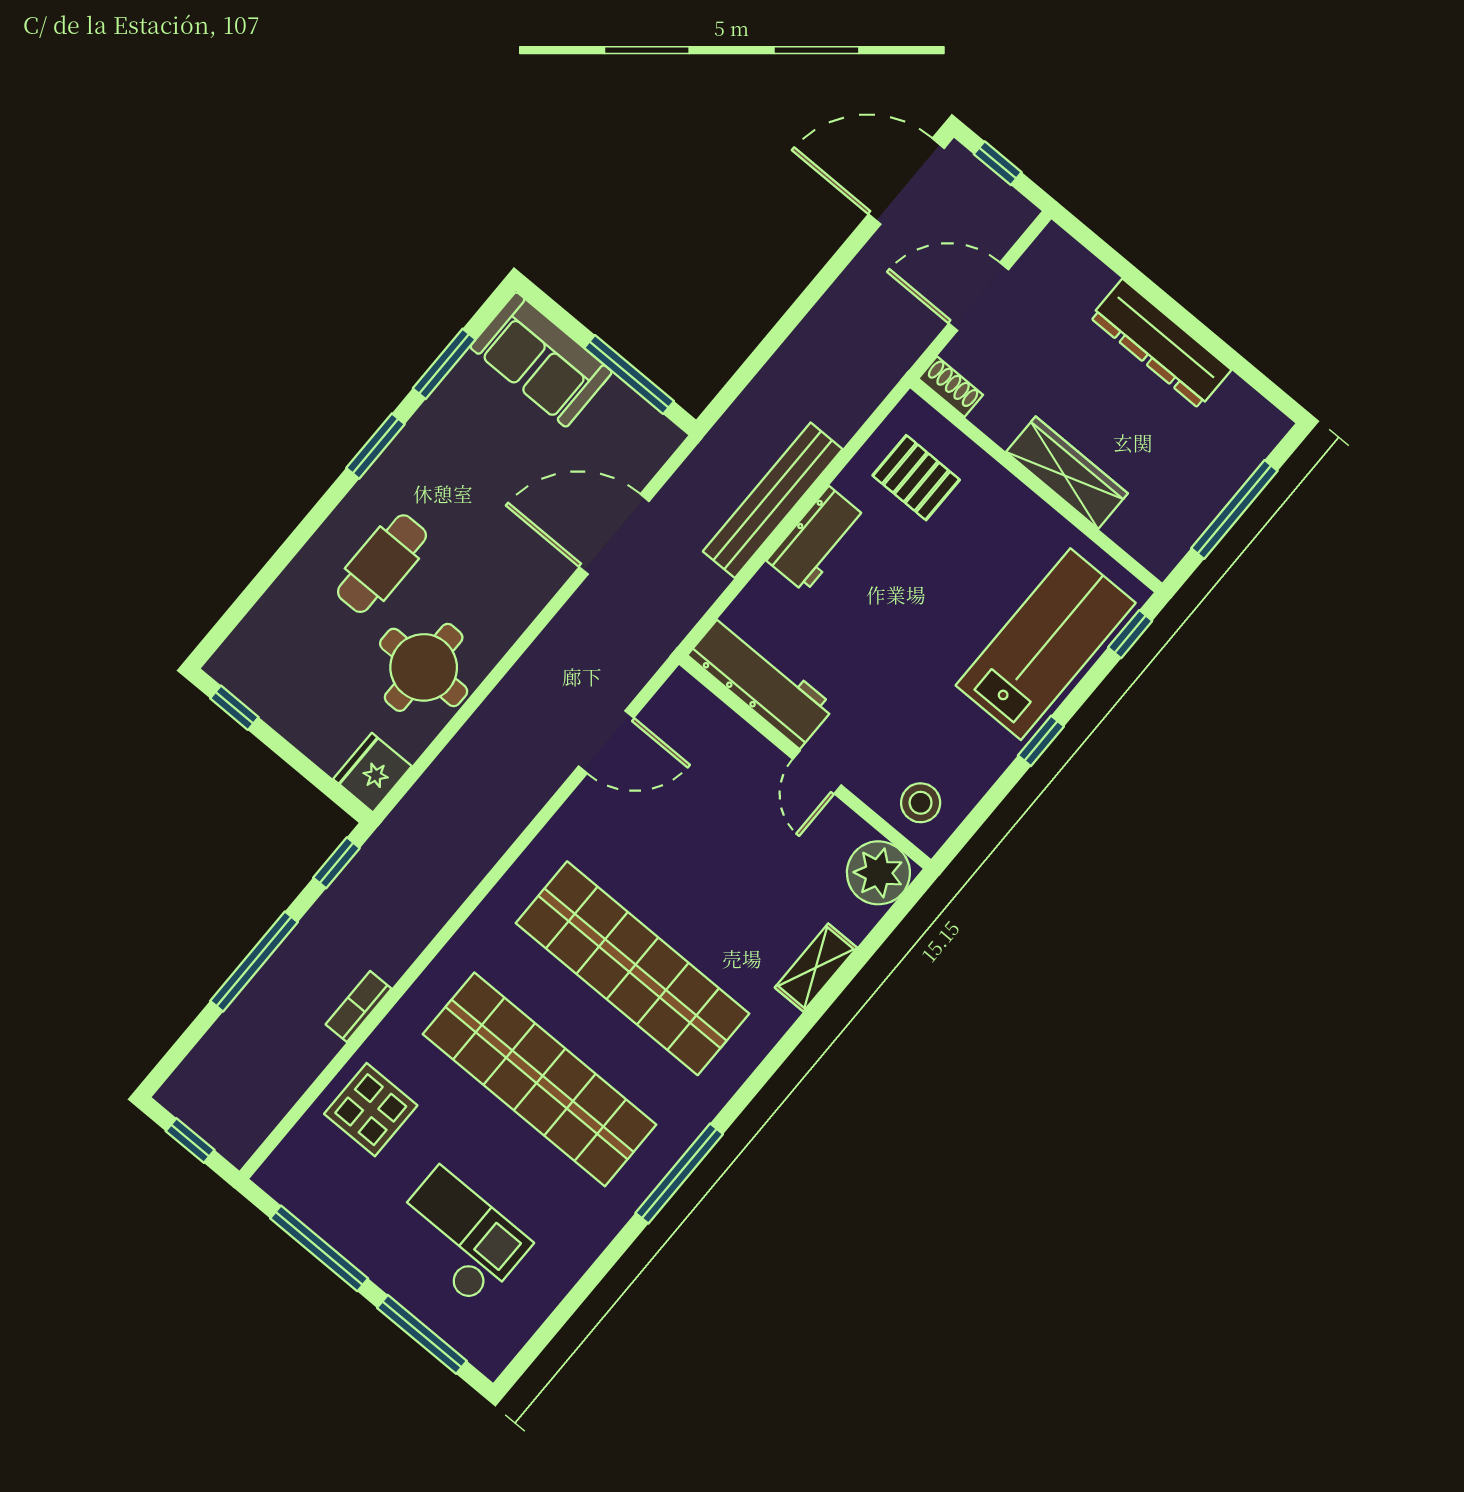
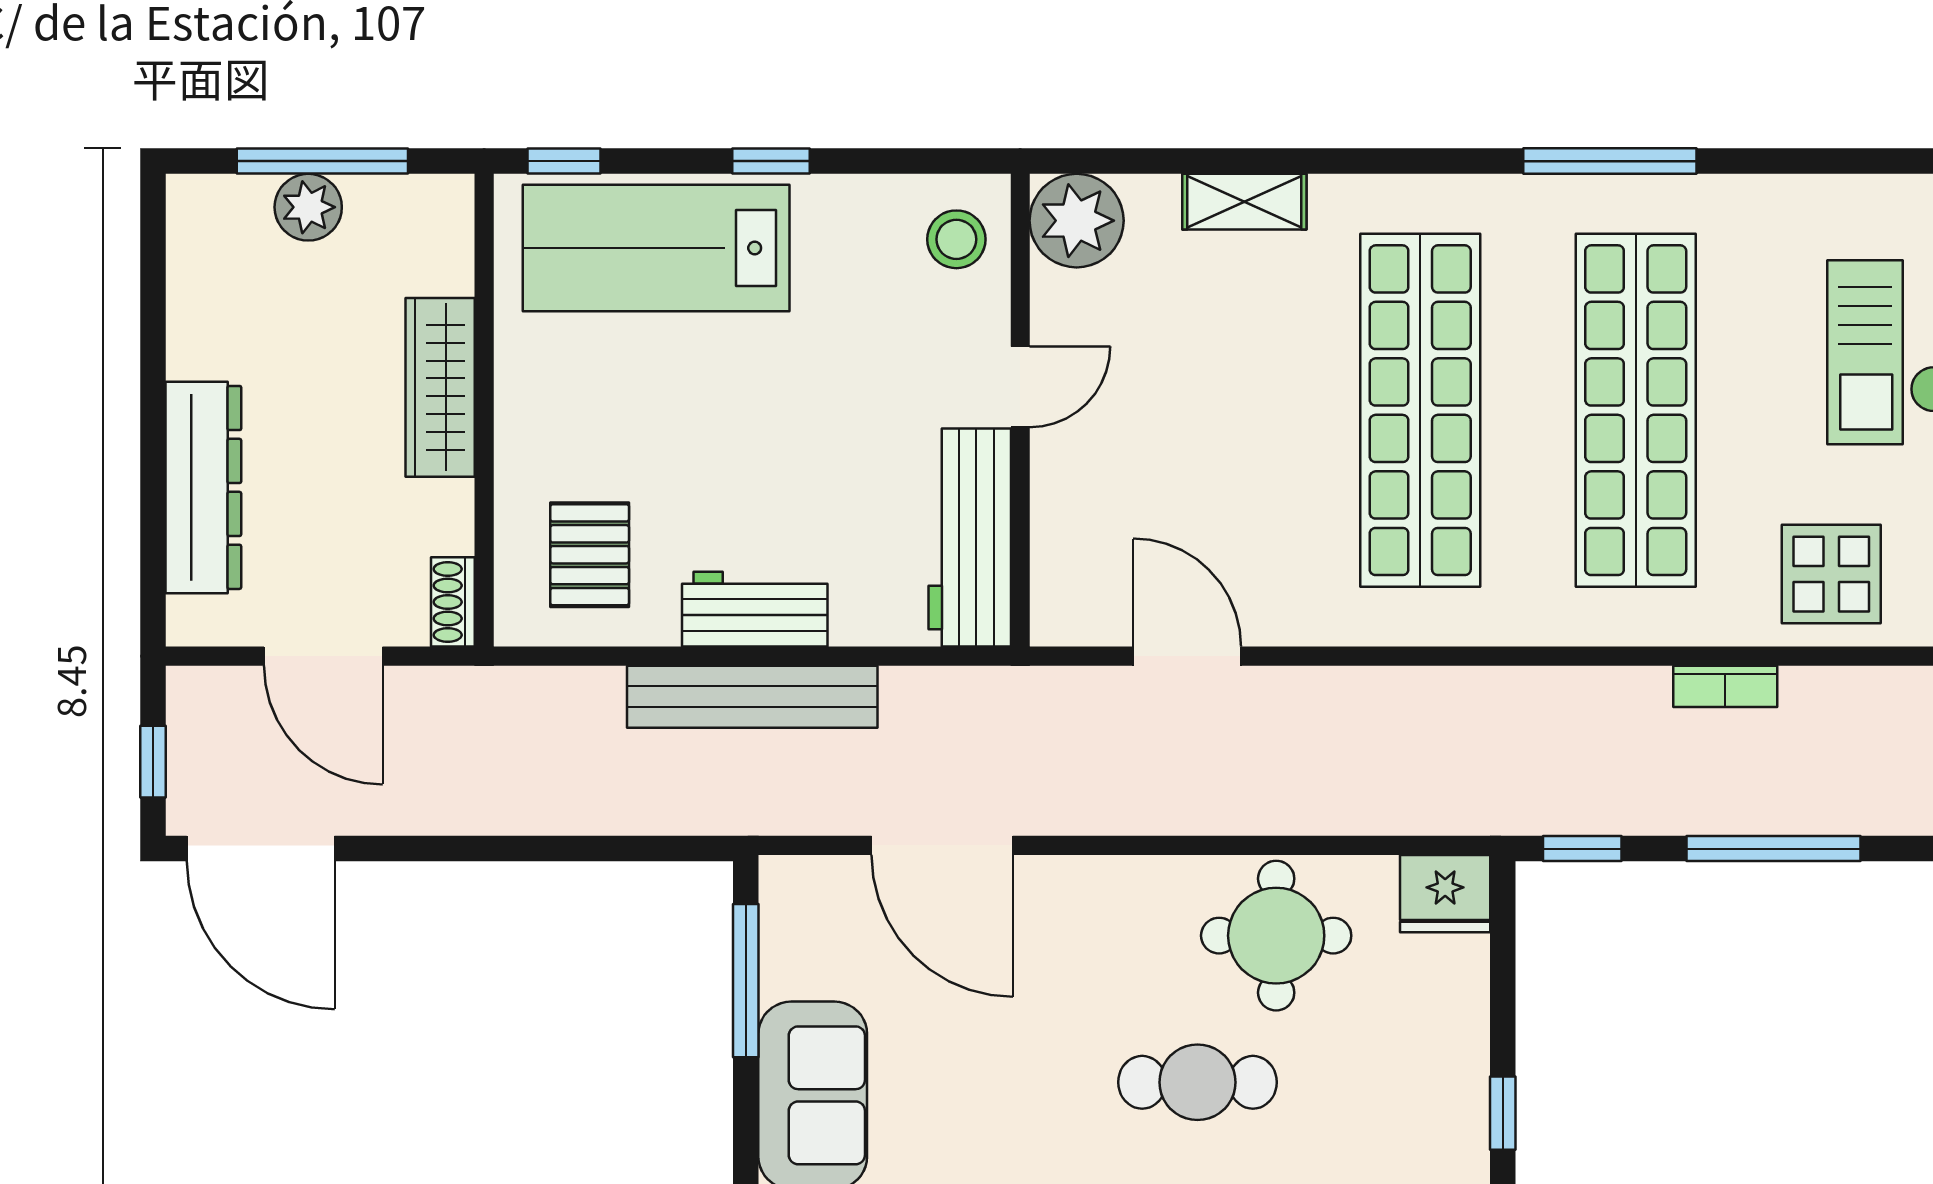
dresser: (1161, 344) -> (203, 487), moved
plant: (1217, 482) -> (308, 207), added

